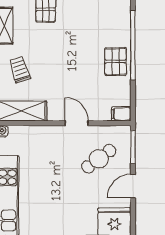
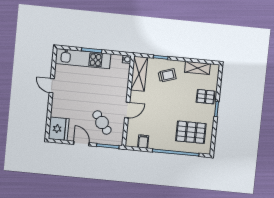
pallet: (116, 62) -> (191, 132), moved, width x1.50, depth x1.42
filing cabinet: (121, 114) -> (143, 142), moved

